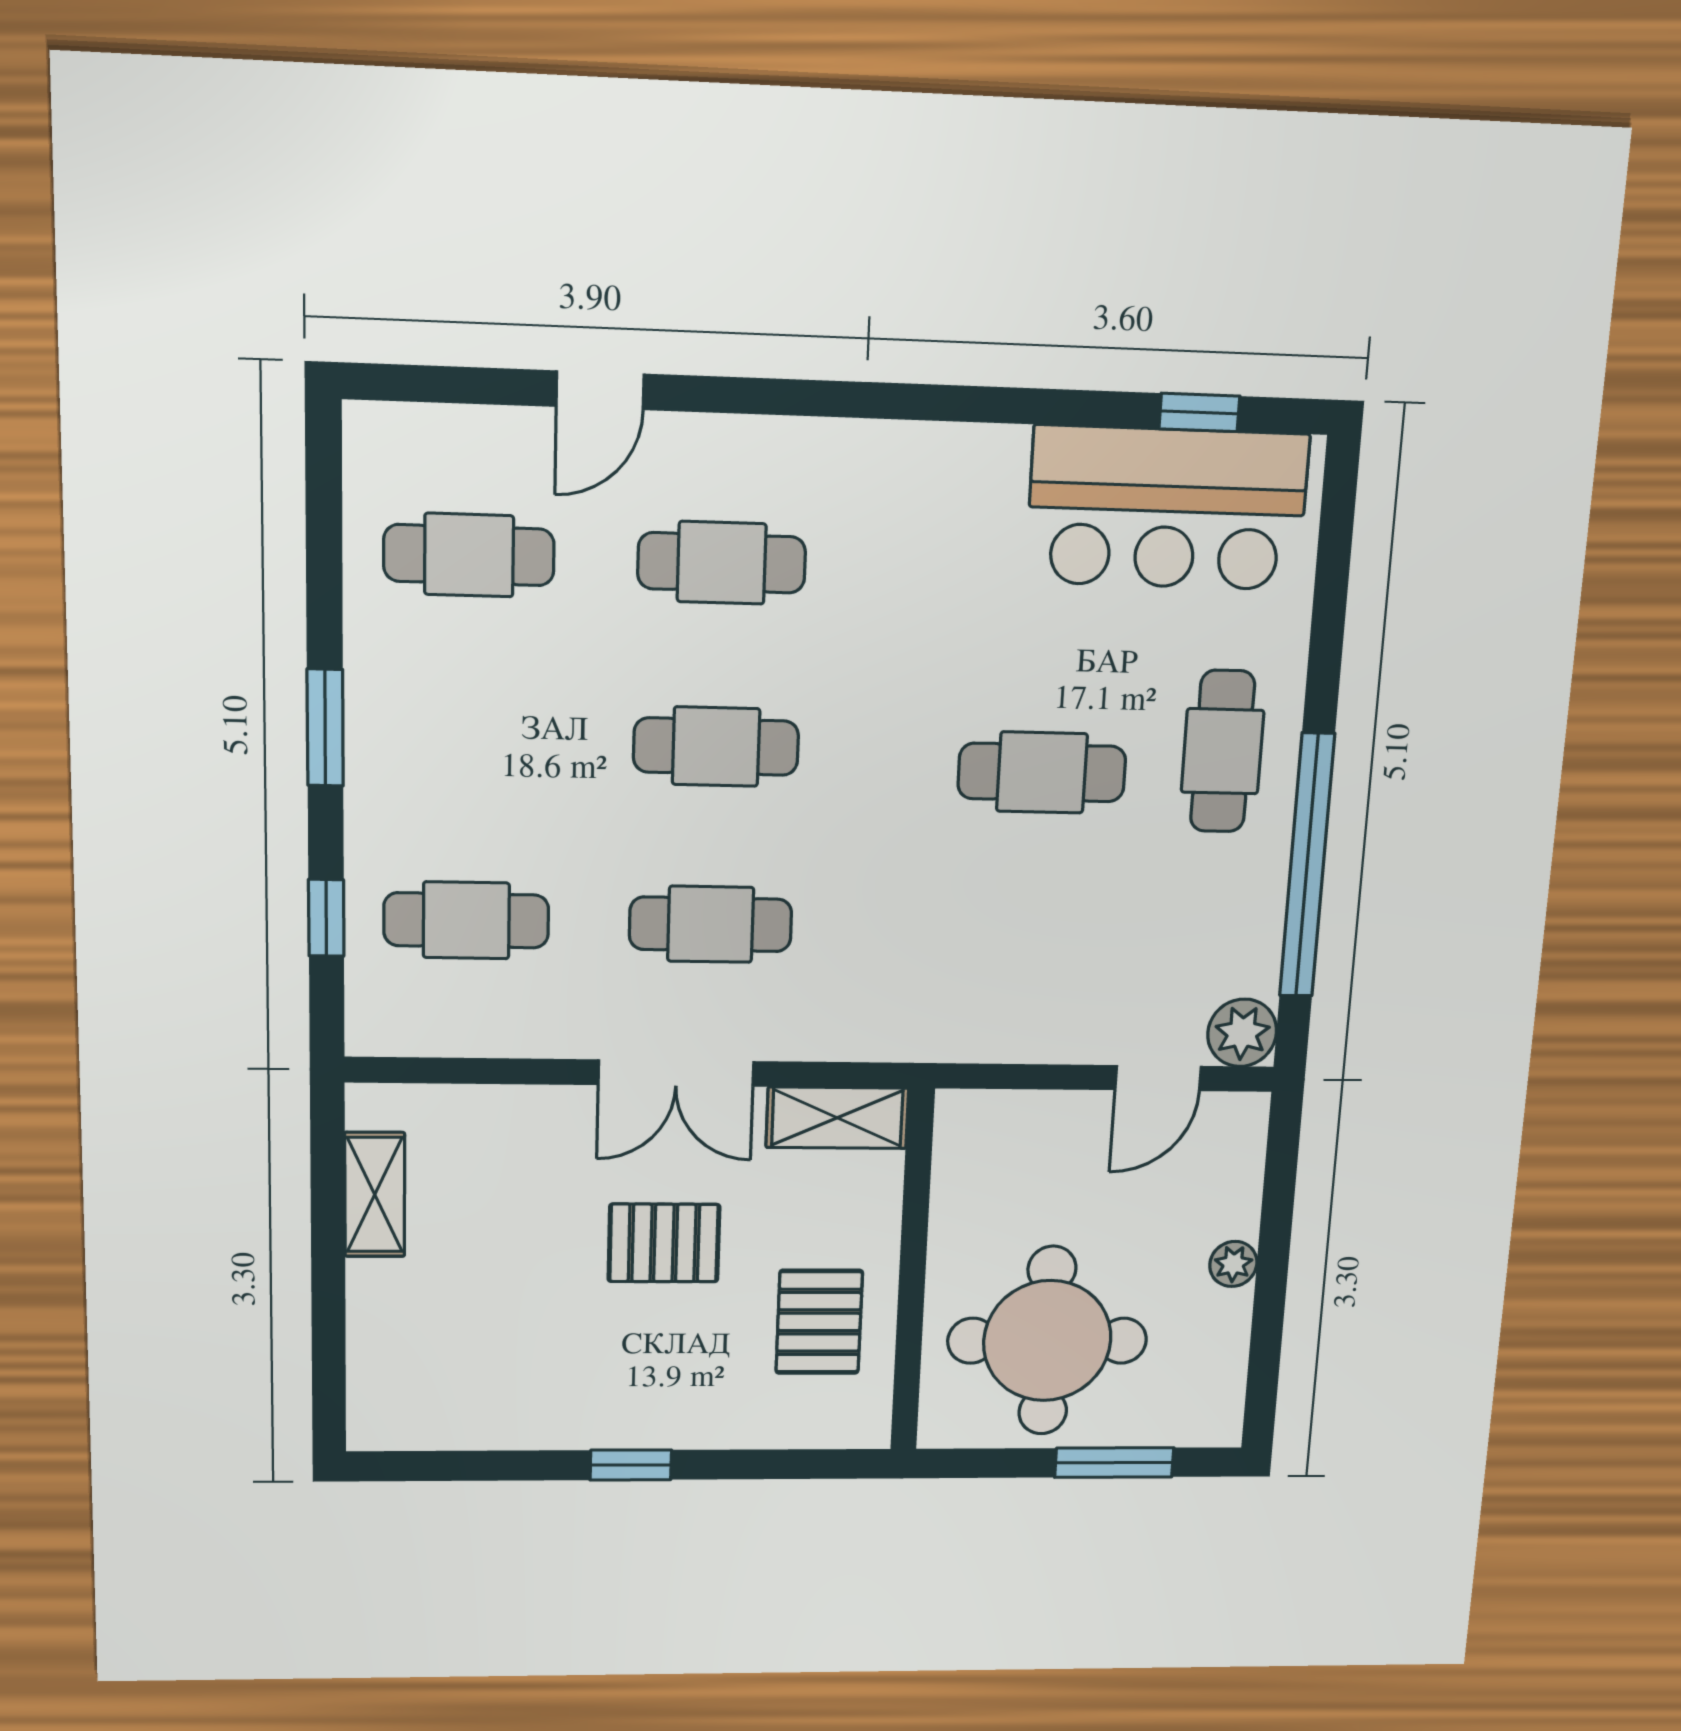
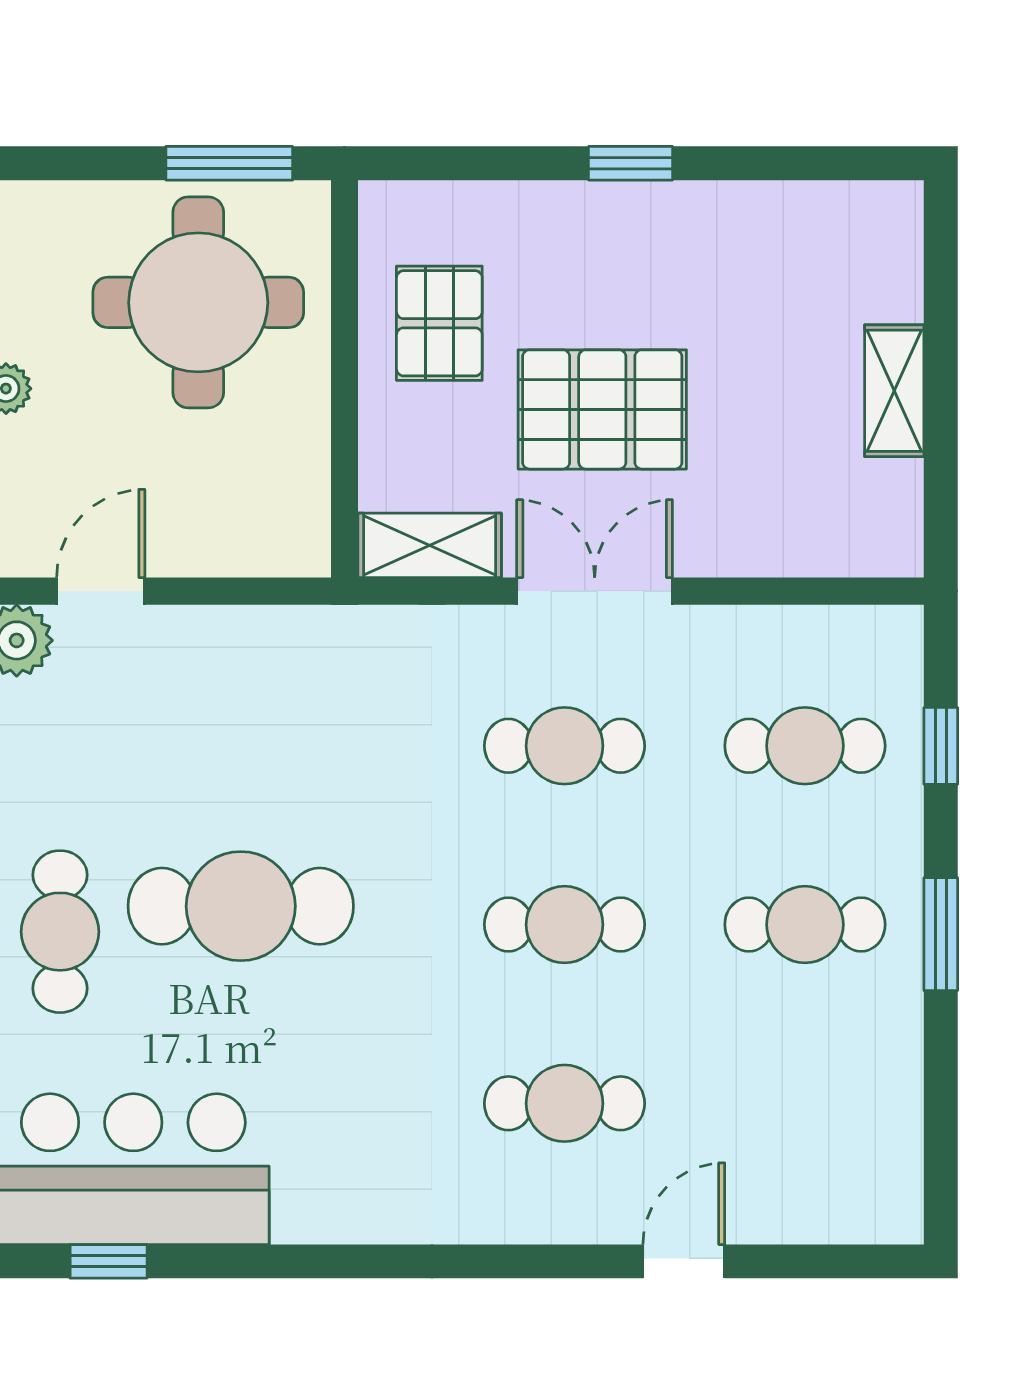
cafe table: (469, 555) -> (805, 925), moved
cafe table: (1042, 772) -> (241, 906), width x1.37, depth x1.35
shelving: (375, 1195) -> (894, 391), moved
pallet: (664, 1243) -> (602, 409), width x1.50, depth x1.42
window: (1114, 1463) -> (229, 163), moved

